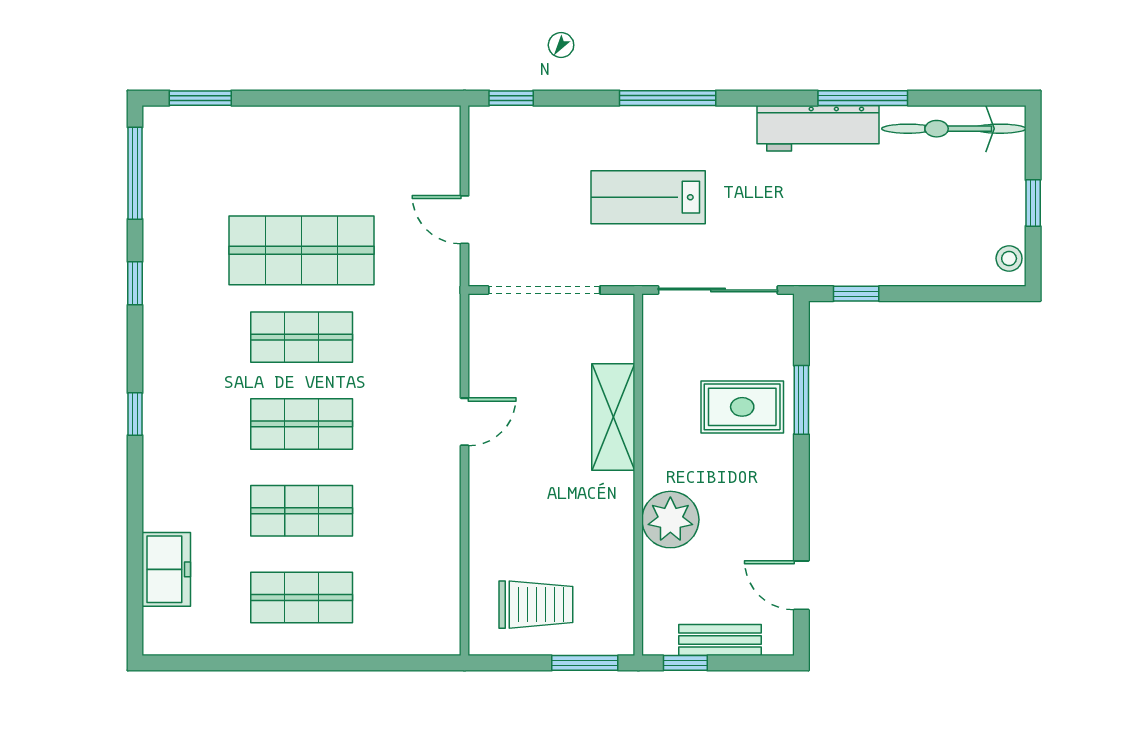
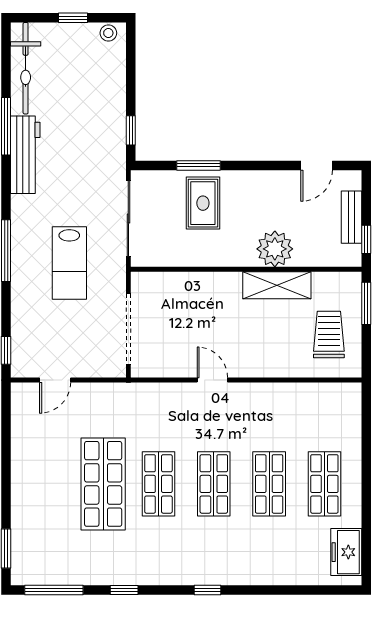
door: (465, 220) -> (55, 380), moved
shelving: (613, 417) -> (277, 285), moved
freezer: (166, 569) -> (346, 552), moved, turned -90

